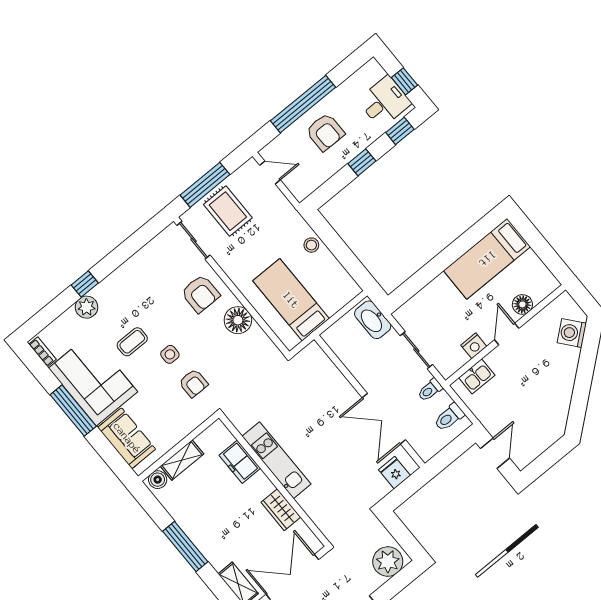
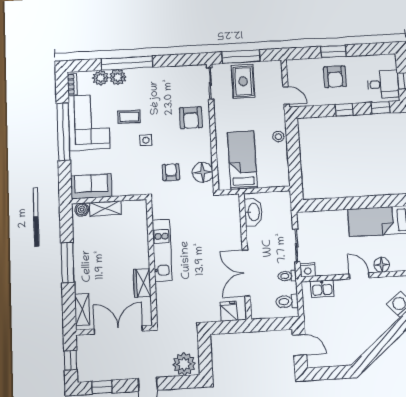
window: (303, 104) -> (334, 51), width x0.47
door: (270, 173) -> (286, 96), moved
window: (85, 284) -> (127, 63), width x3.17
floor lamp: (238, 320) -> (203, 172), moved
washbasin: (373, 320) -> (253, 212), moved, turned 180
plant: (68, 322) -> (101, 78), added
door: (507, 334) -> (359, 276), hinge flipped
nightstand: (474, 346) -> (308, 270), moved
armchair: (193, 383) -> (171, 172), moved, turned 180
window: (73, 410) -> (63, 132), width x1.46
sofa: (127, 438) -> (91, 186), moved, turned -90
door: (495, 453) -> (299, 345), hinge flipped
freezer: (240, 462) -> (139, 235), removed

